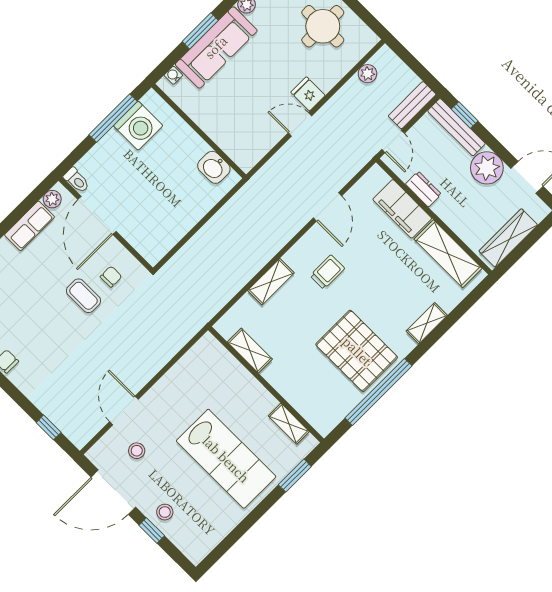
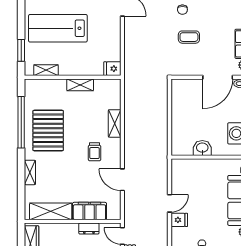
washbasin: (214, 167) -> (202, 148), moved
door: (97, 215) -> (218, 77), swing flipped
chair: (111, 277) -> (182, 10), moved
fridge: (210, 348) -> (112, 69), added
shelving: (250, 351) -> (80, 85), moved
pallet: (357, 351) -> (48, 131), turned 90

